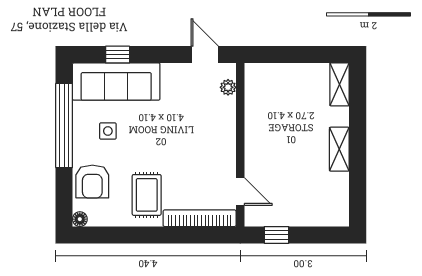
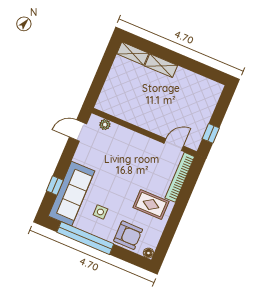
shelving: (339, 149) -> (161, 66), moved

